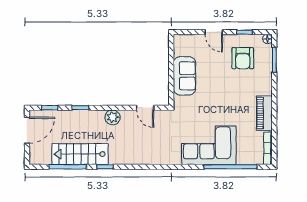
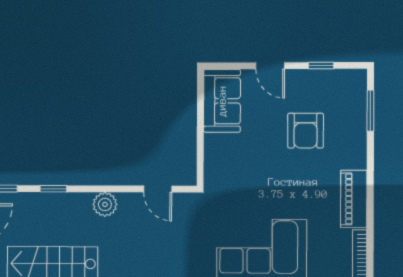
floor lamp: (267, 39) -> (359, 77), removed
armchair: (243, 58) -> (306, 131), moved
sofa: (184, 76) -> (222, 101), moved

